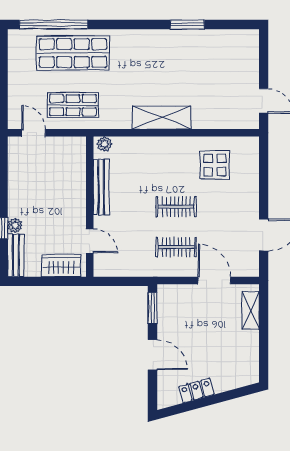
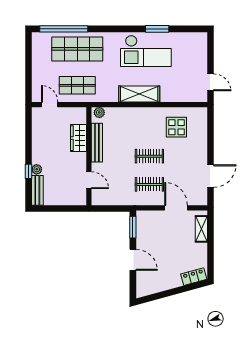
checkout: (171, 56) -> (146, 51), added
wardrobe: (61, 265) -> (79, 138), moved, turned -90
locker: (196, 391) -> (194, 277), moved

